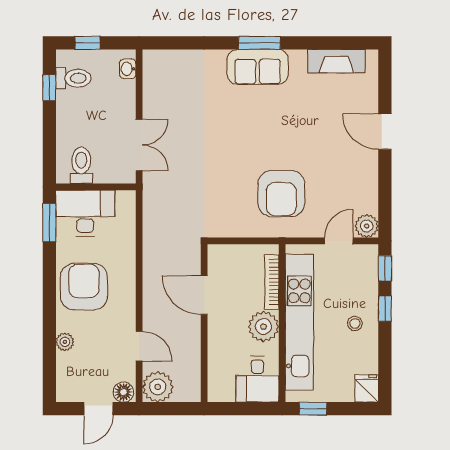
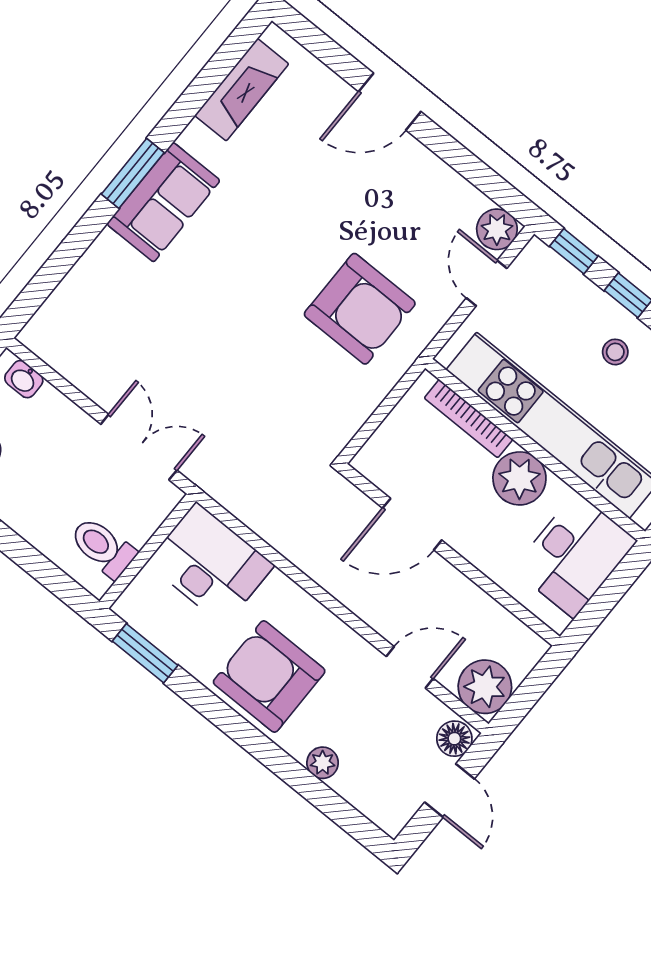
desk: (85, 213) -> (210, 564), moved, turned 90
desk: (257, 379) -> (575, 555), width x1.37

